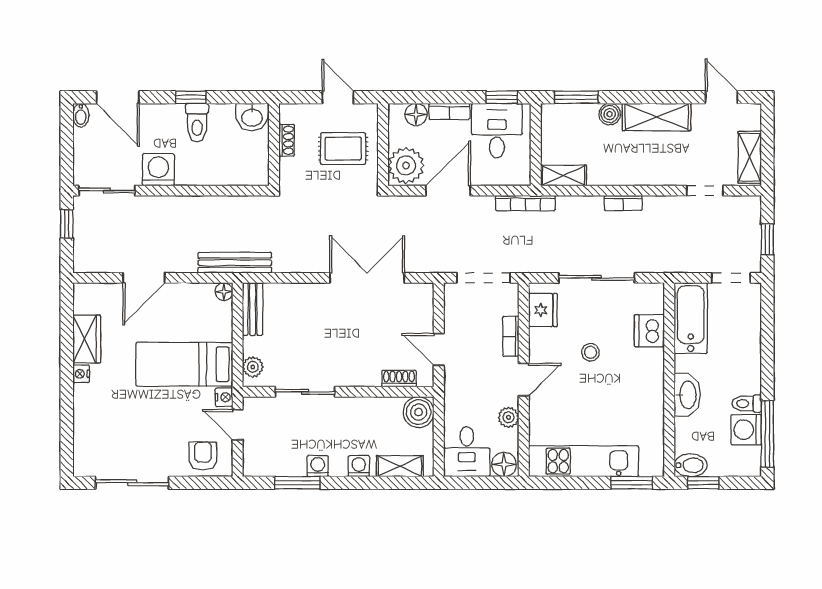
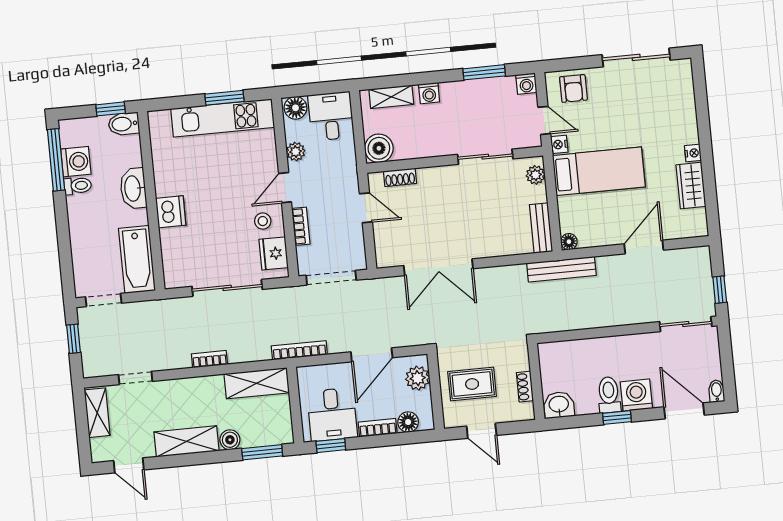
plant: (406, 165) -> (418, 378), width x0.73, depth x0.73
washing machine: (158, 170) -> (636, 395), moved, turned 180
shelving: (563, 175) -> (257, 383), width x1.50, depth x1.33
dishwasher: (649, 331) -> (171, 212), moved
stool: (591, 352) -> (263, 221), moved
washing machine: (318, 466) -> (526, 84), moved
window: (632, 483) -> (224, 98), moved

